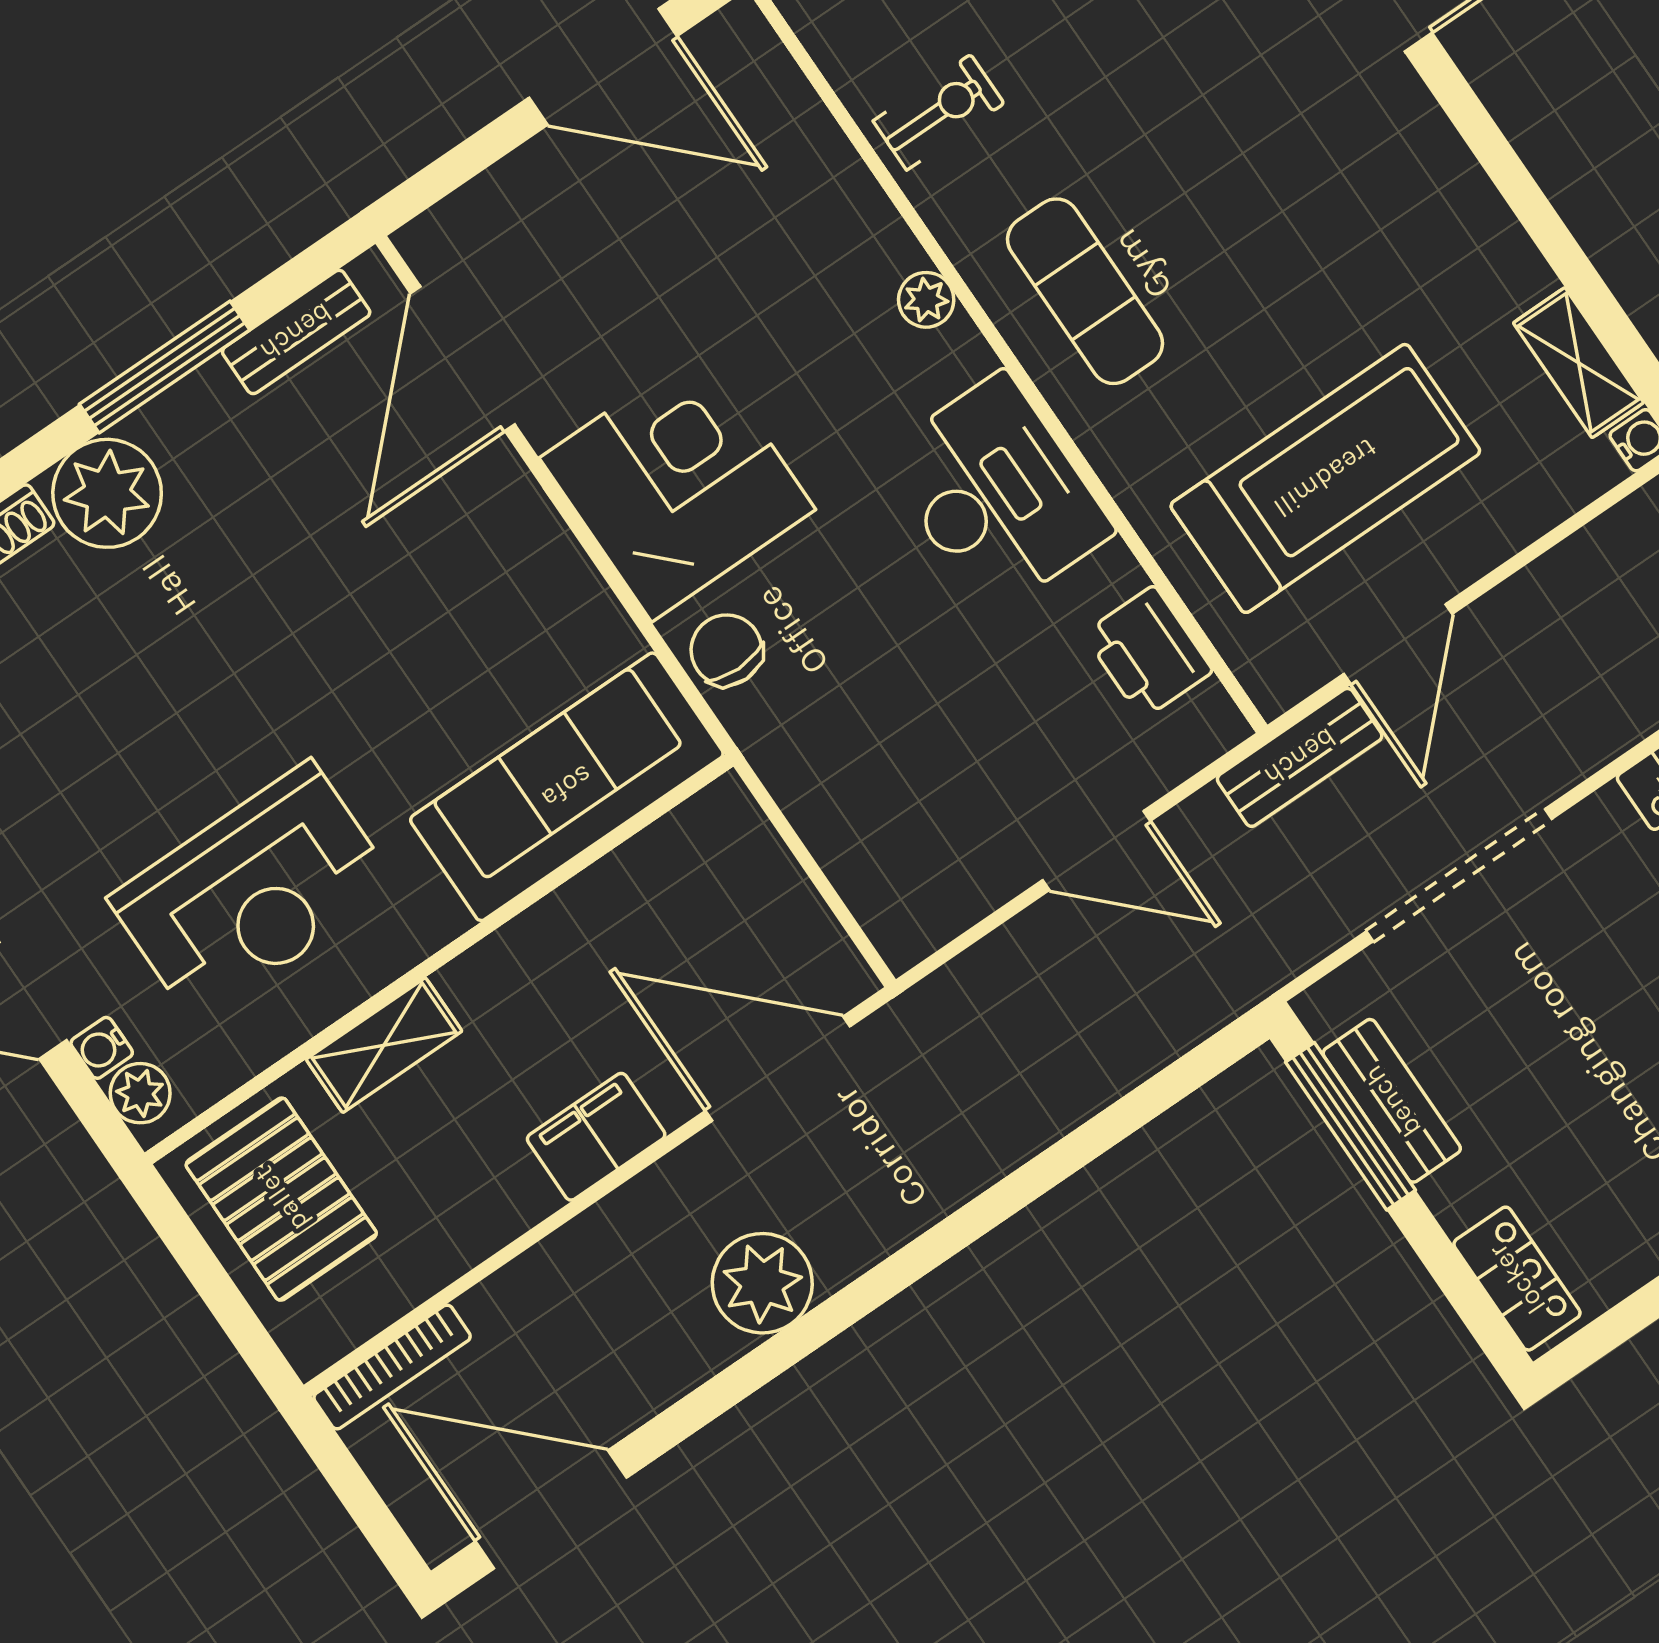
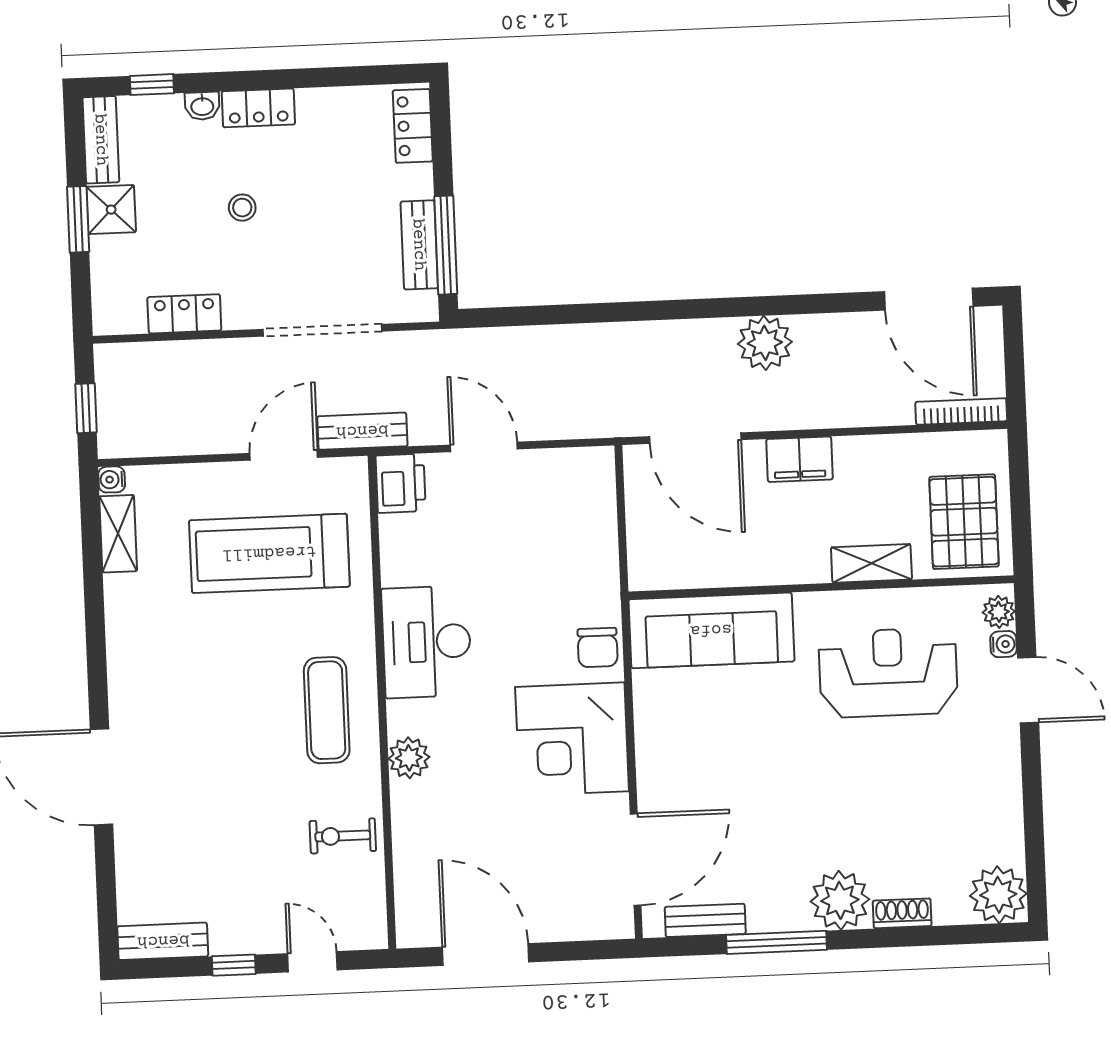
plant: (926, 300) -> (409, 758), width x1.38, depth x1.38
printer: (1148, 652) -> (401, 483), moved

